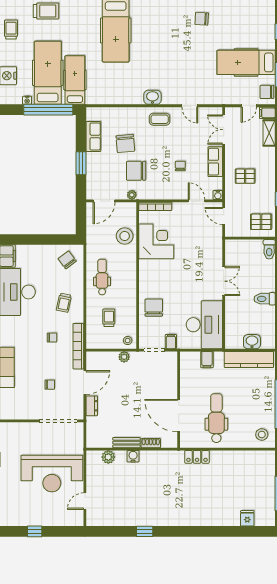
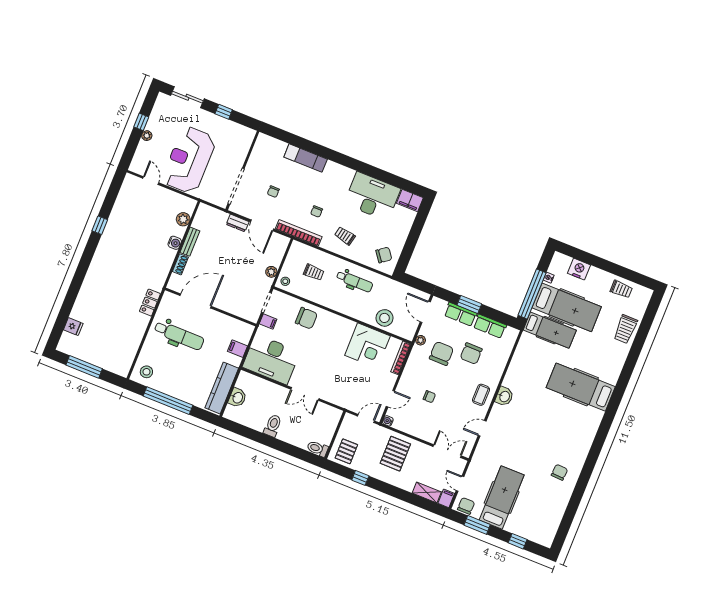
chair: (125, 143) -> (471, 354), turned -85
row of seats: (215, 162) -> (461, 314), moved, turned 180
pallet: (245, 176) -> (395, 454), width x1.50, depth x1.42
plant: (45, 521) -> (147, 136), added

